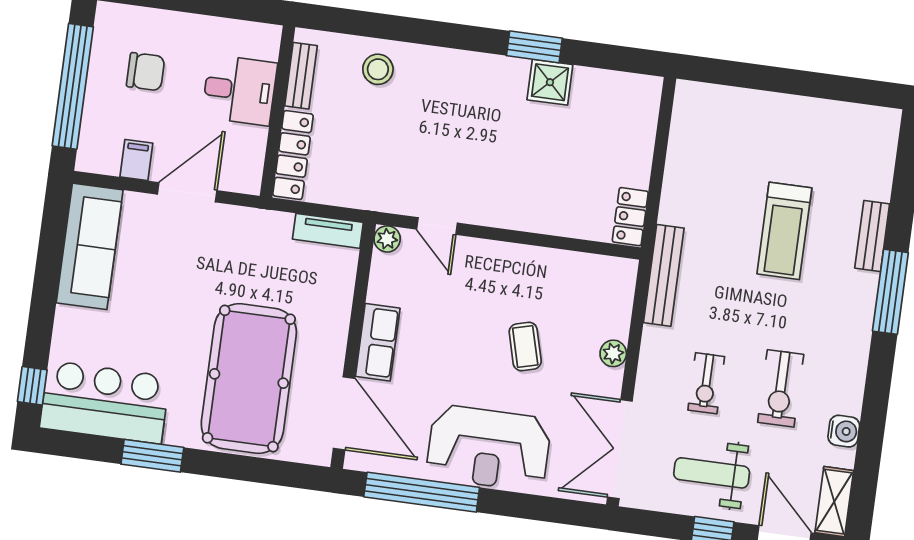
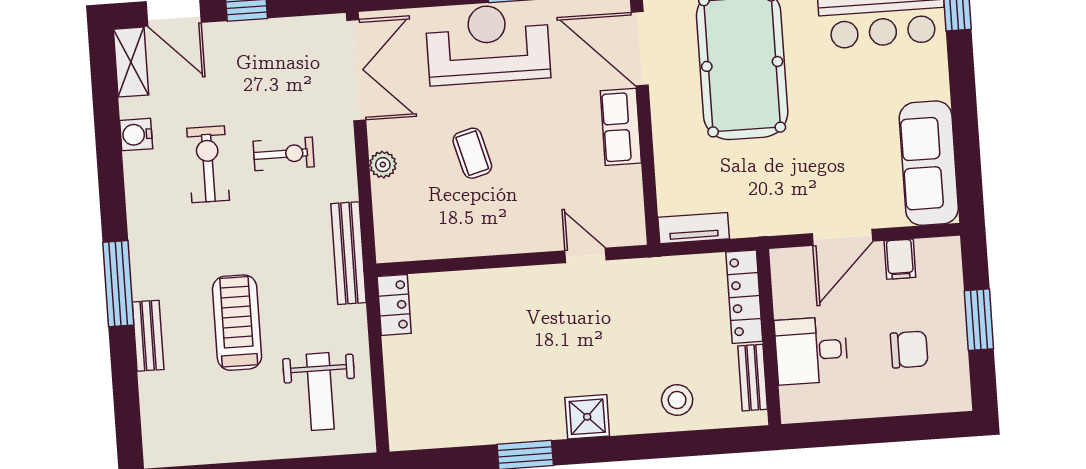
chair: (146, 72) -> (909, 350), turned 180
shower: (550, 82) -> (587, 417), moved
window: (73, 86) -> (979, 320), width x0.47
plant: (387, 239) -> (633, 232), removed
exercise bike: (706, 383) -> (284, 154), turned 90
weight bench: (712, 473) -> (320, 392), moved, turned 90

